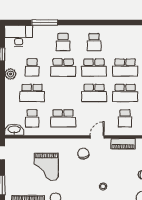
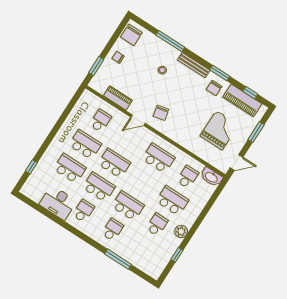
desk: (19, 36) -> (58, 203), moved
grand piano: (46, 167) -> (219, 130), moved

